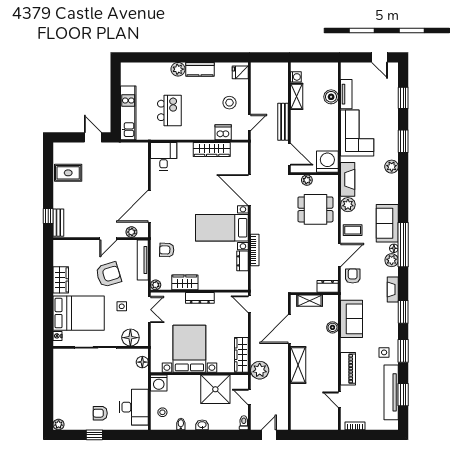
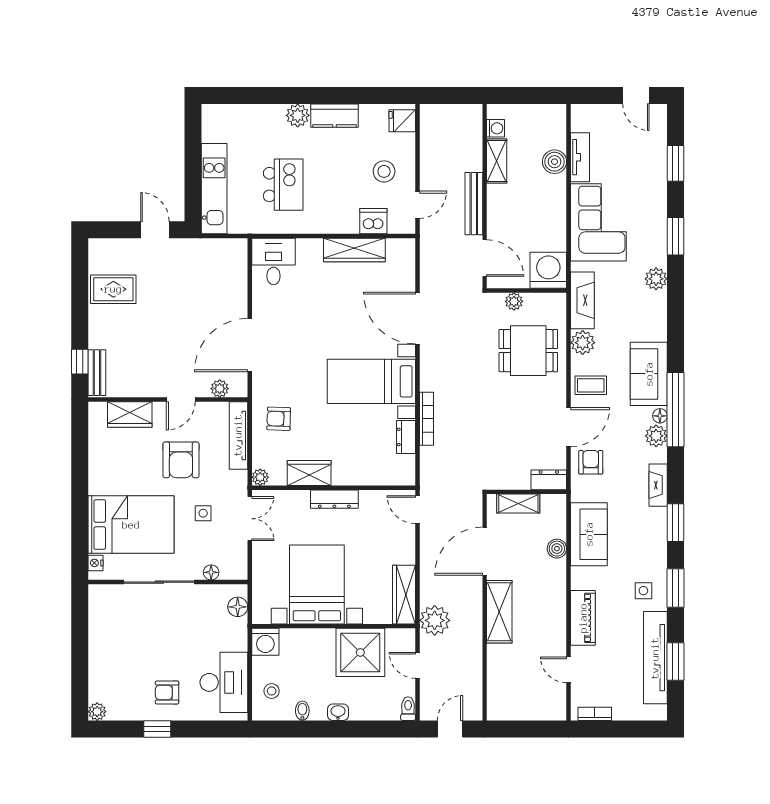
armchair: (108, 275) -> (181, 460), turned 107
wardrobe: (61, 280) -> (130, 415), moved, turned 90
floor lamp: (130, 338) -> (211, 572), width x0.53, depth x0.53

